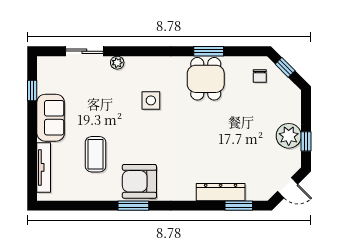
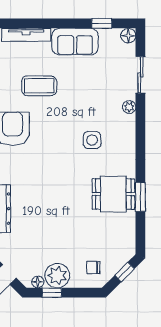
floor lamp: (45, 64) -> (128, 36), added
chair: (260, 76) -> (93, 267), moved
floor lamp: (295, 156) -> (38, 282), added

